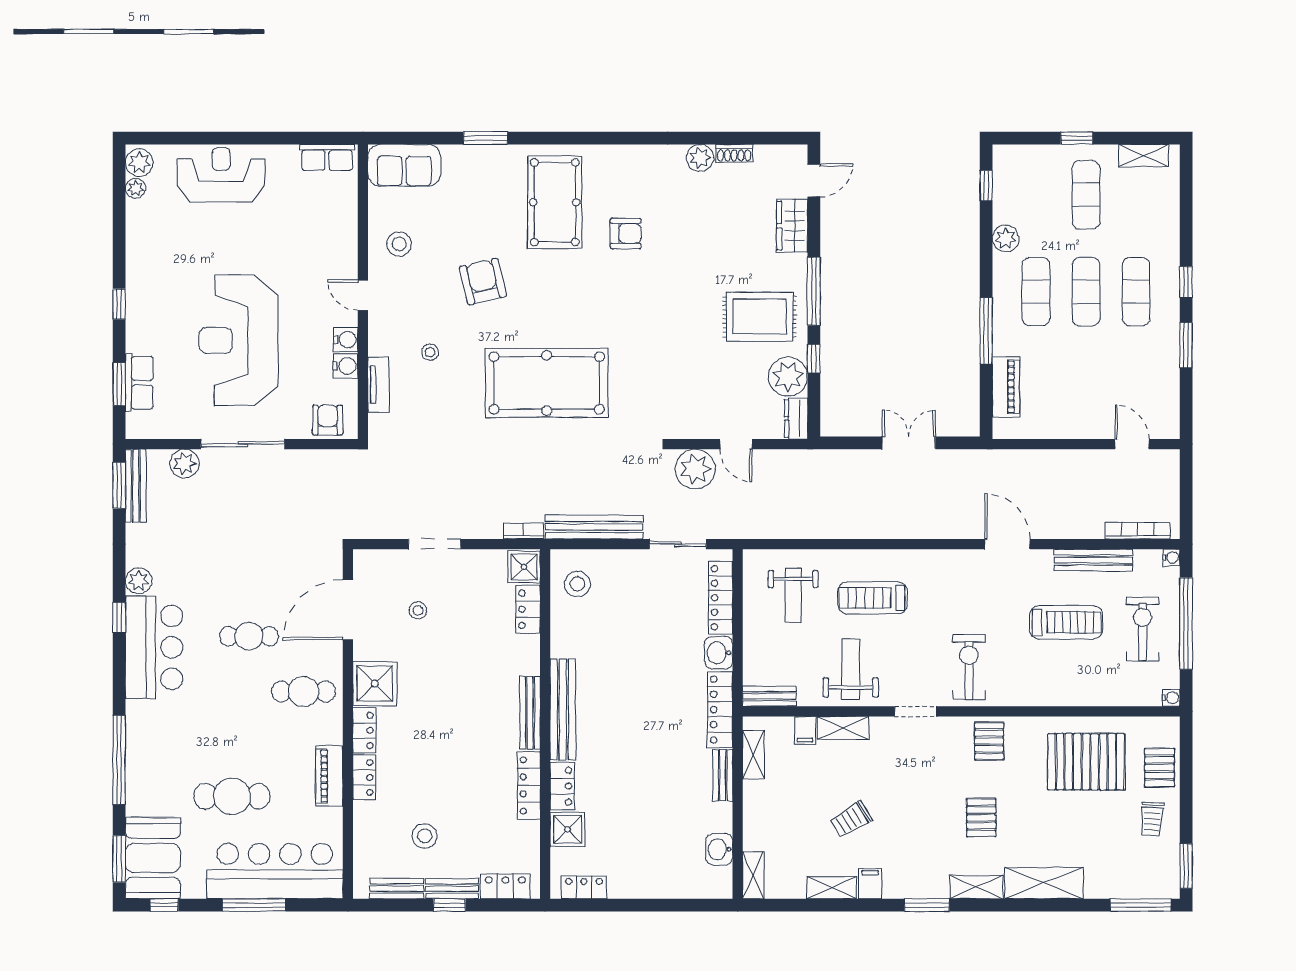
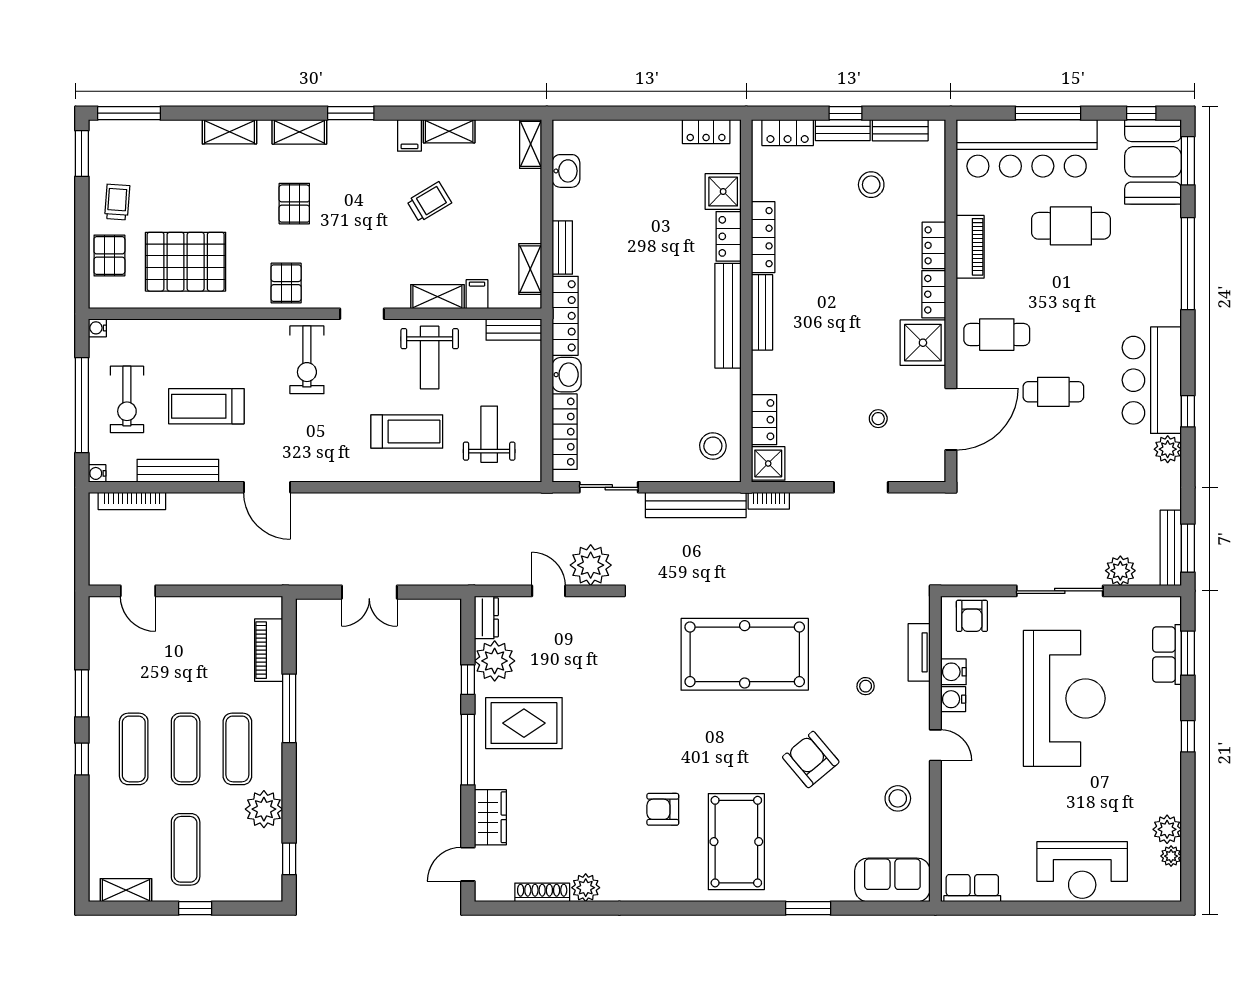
shoe rack: (734, 153) -> (542, 892), width x1.43
plant: (139, 163) -> (1167, 829), moved
plant: (1006, 238) -> (264, 809), width x1.36, depth x1.36
armchair: (483, 281) -> (811, 760), turned 153
shelving: (1044, 883) -> (229, 132), width x0.67, depth x0.75

